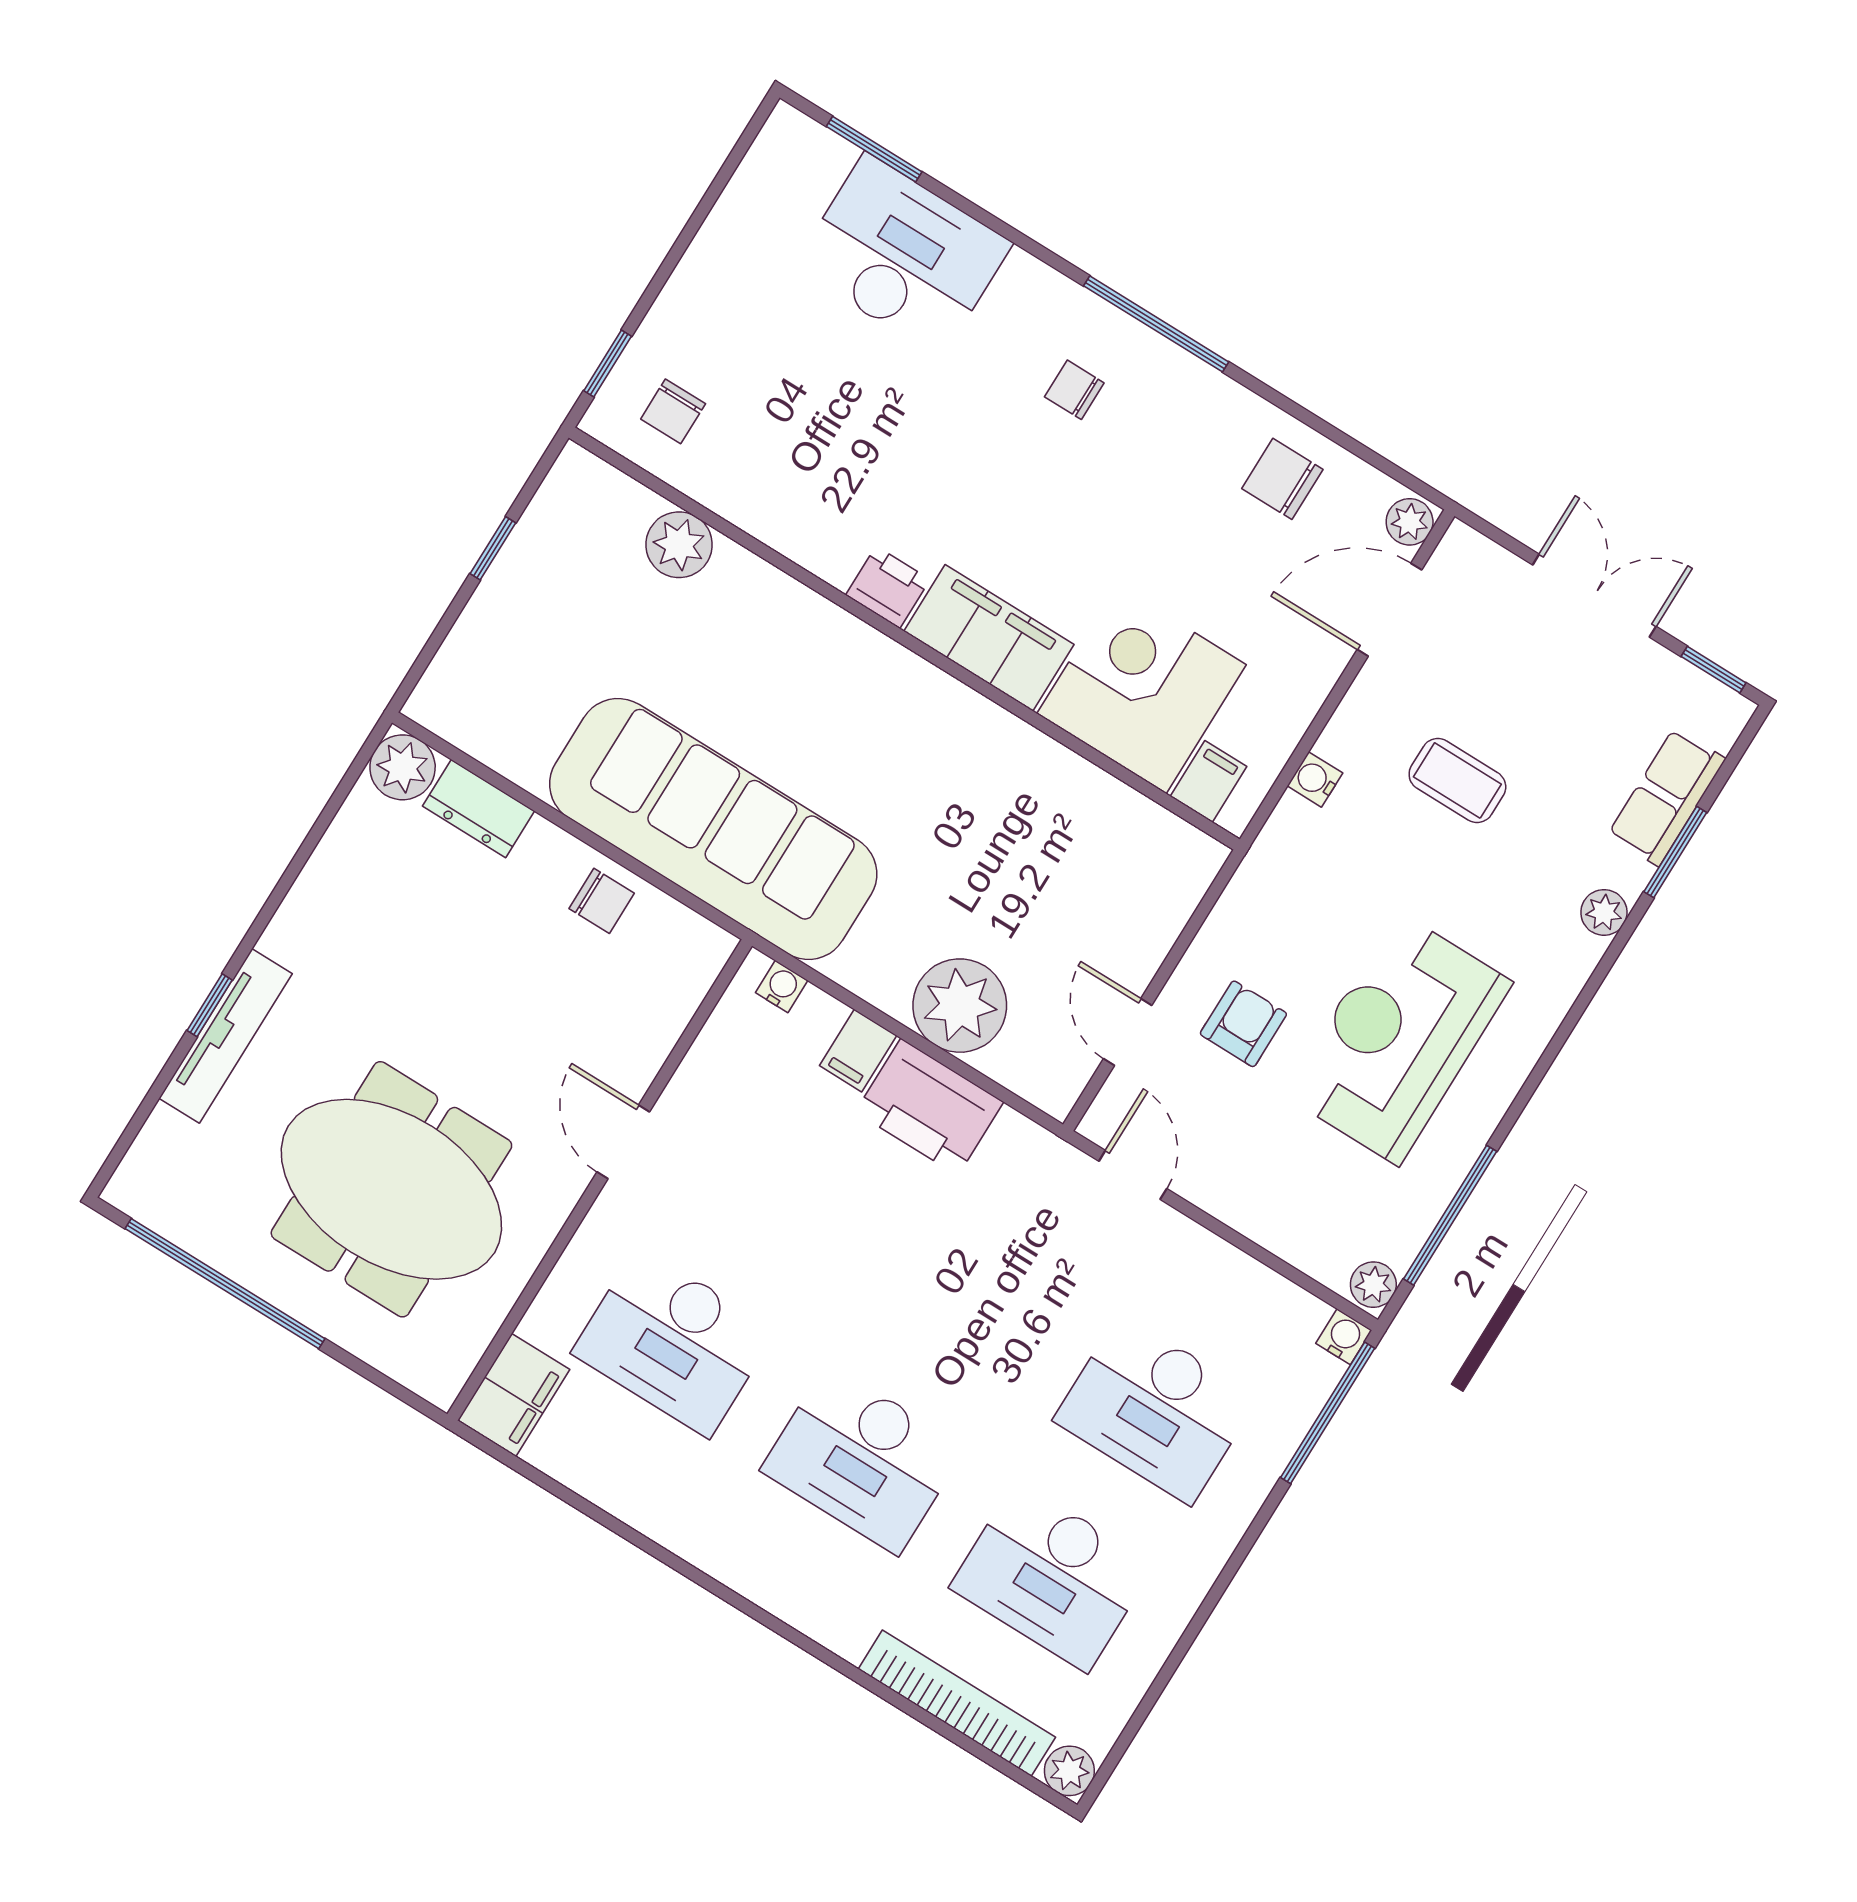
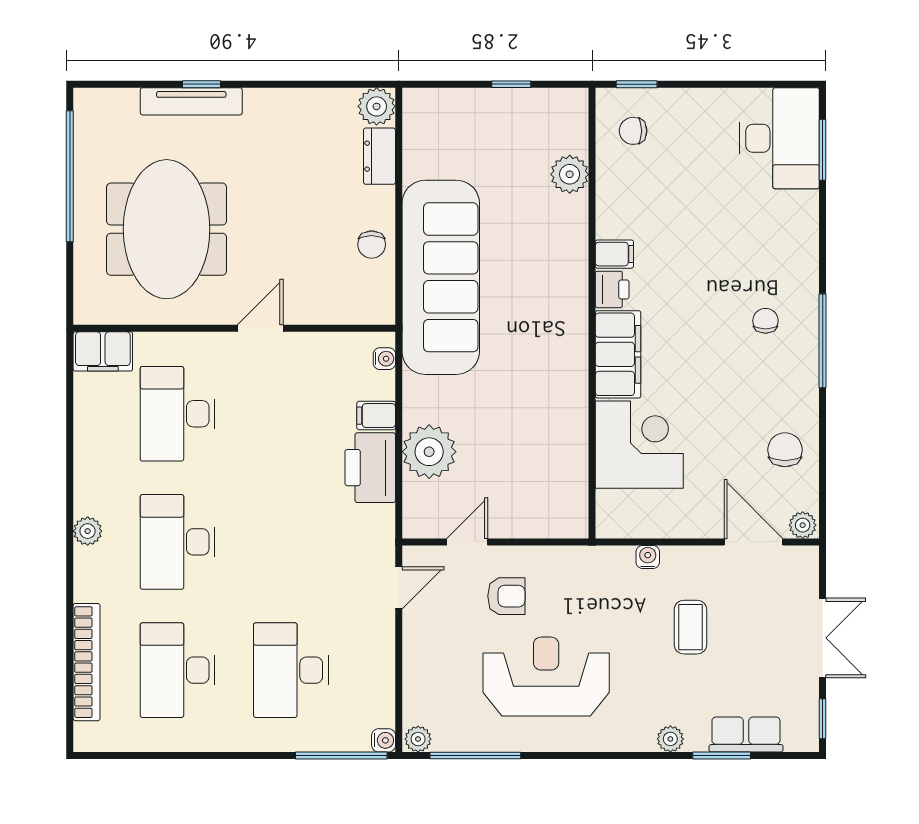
desk: (903, 255) -> (779, 138), moved
filing cabinet: (1208, 781) -> (614, 254), moved
plant: (1069, 1771) -> (88, 531), moved

